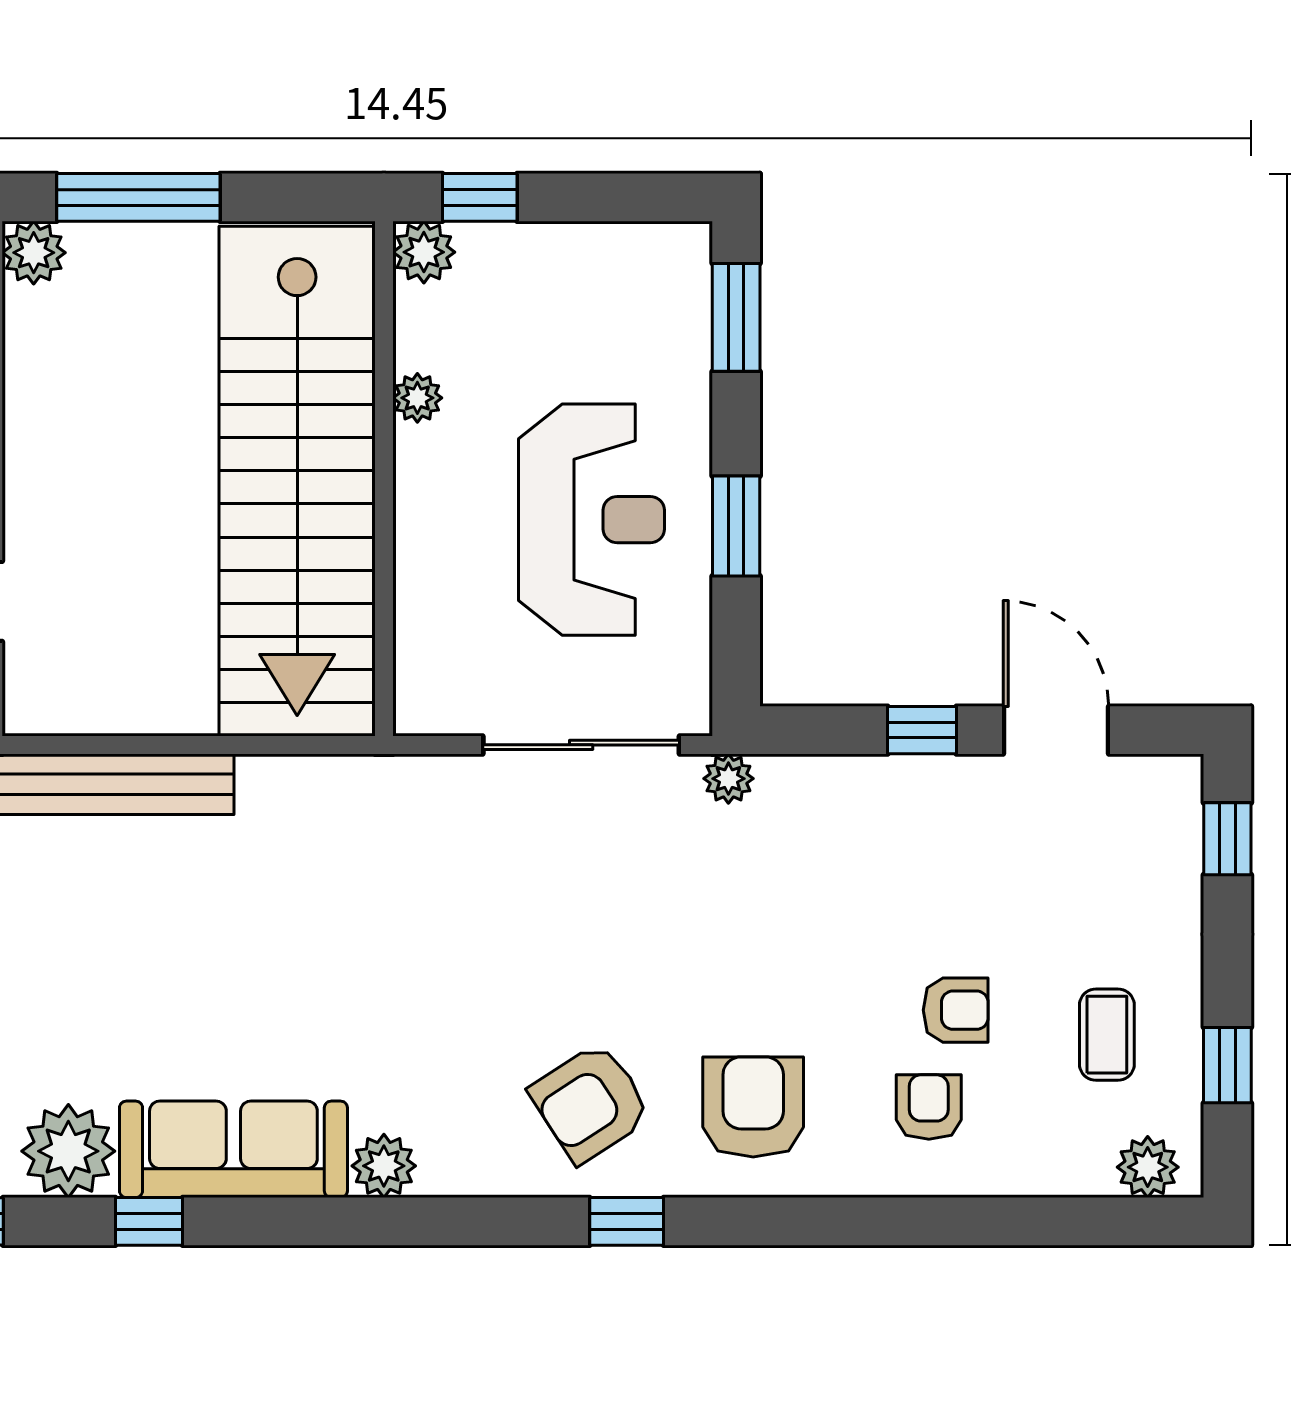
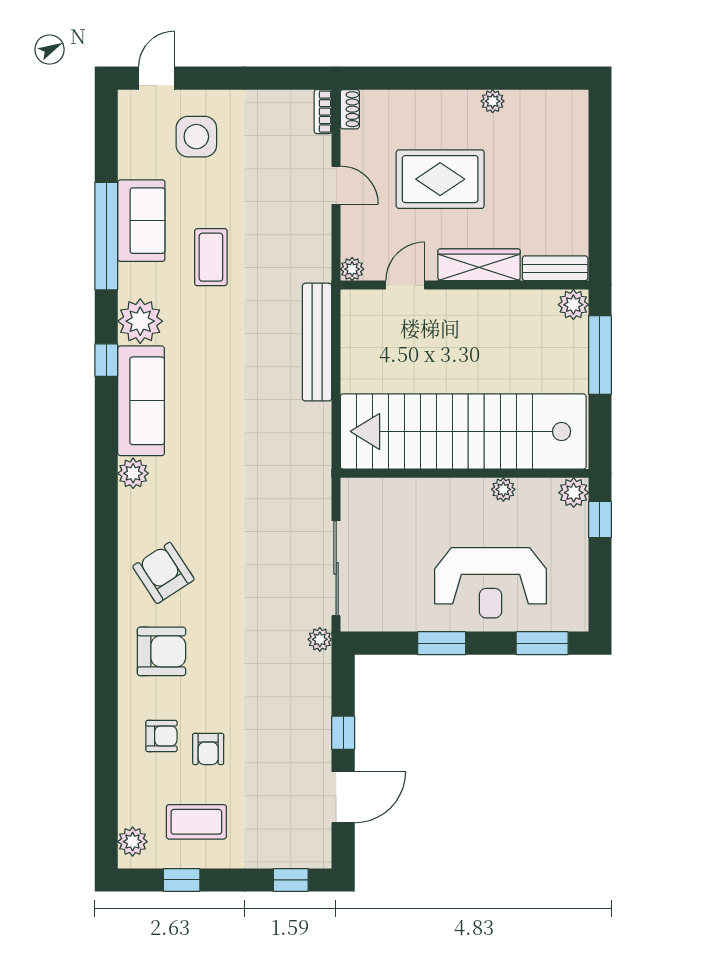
reception desk: (591, 520) -> (490, 583), moved
coffee table: (1107, 1035) -> (196, 822), width x1.36, depth x1.30
window: (627, 1221) -> (106, 590), removed

